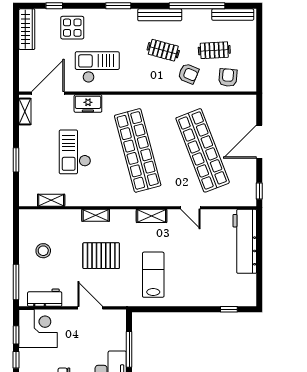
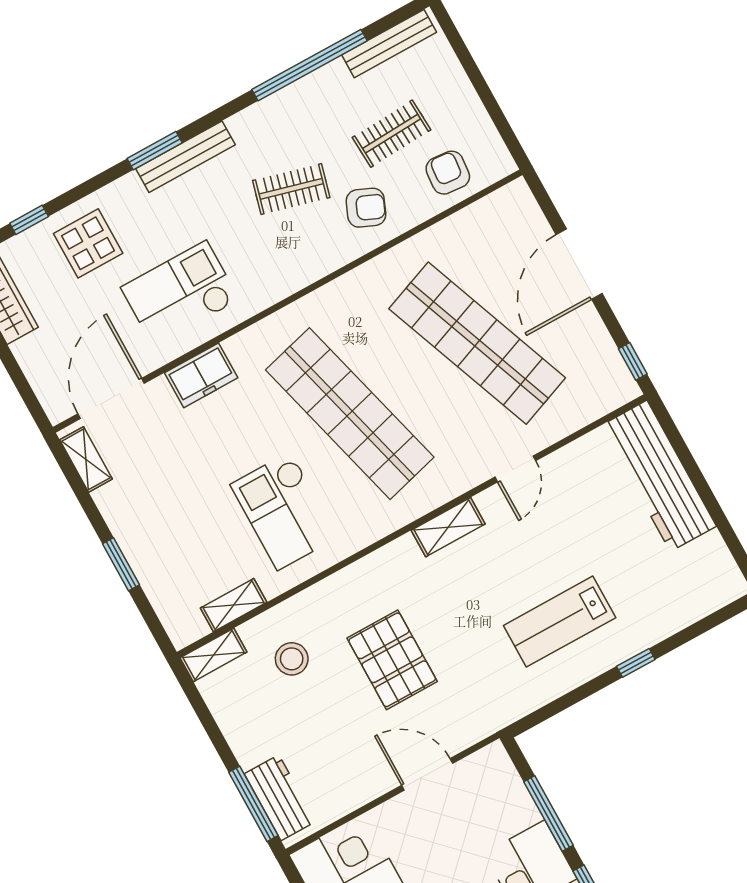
bench: (160, 15) -> (185, 157), moved
checkout: (75, 152) -> (284, 511), moved
door: (190, 208) -> (515, 469), hinge flipped
shelving: (96, 215) -> (213, 655), moved
stool: (43, 251) -> (292, 659), moved
pallet: (101, 256) -> (392, 660), turned 90
lab bench: (153, 275) -> (560, 622), moved, turned -90
workbench: (45, 298) -> (280, 798), moved, turned 90
window: (229, 309) -> (636, 663), moved

